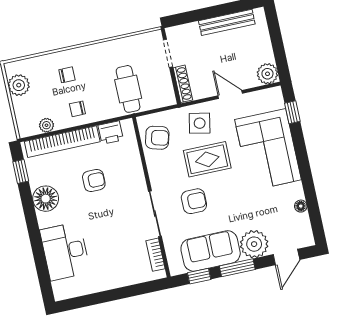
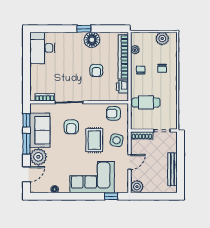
armchair: (157, 138) -> (113, 113), turned 75
window: (21, 171) -> (84, 29), moved
desk: (65, 251) -> (42, 48), moved, turned -90
door: (286, 257) -> (26, 174), swing flipped

